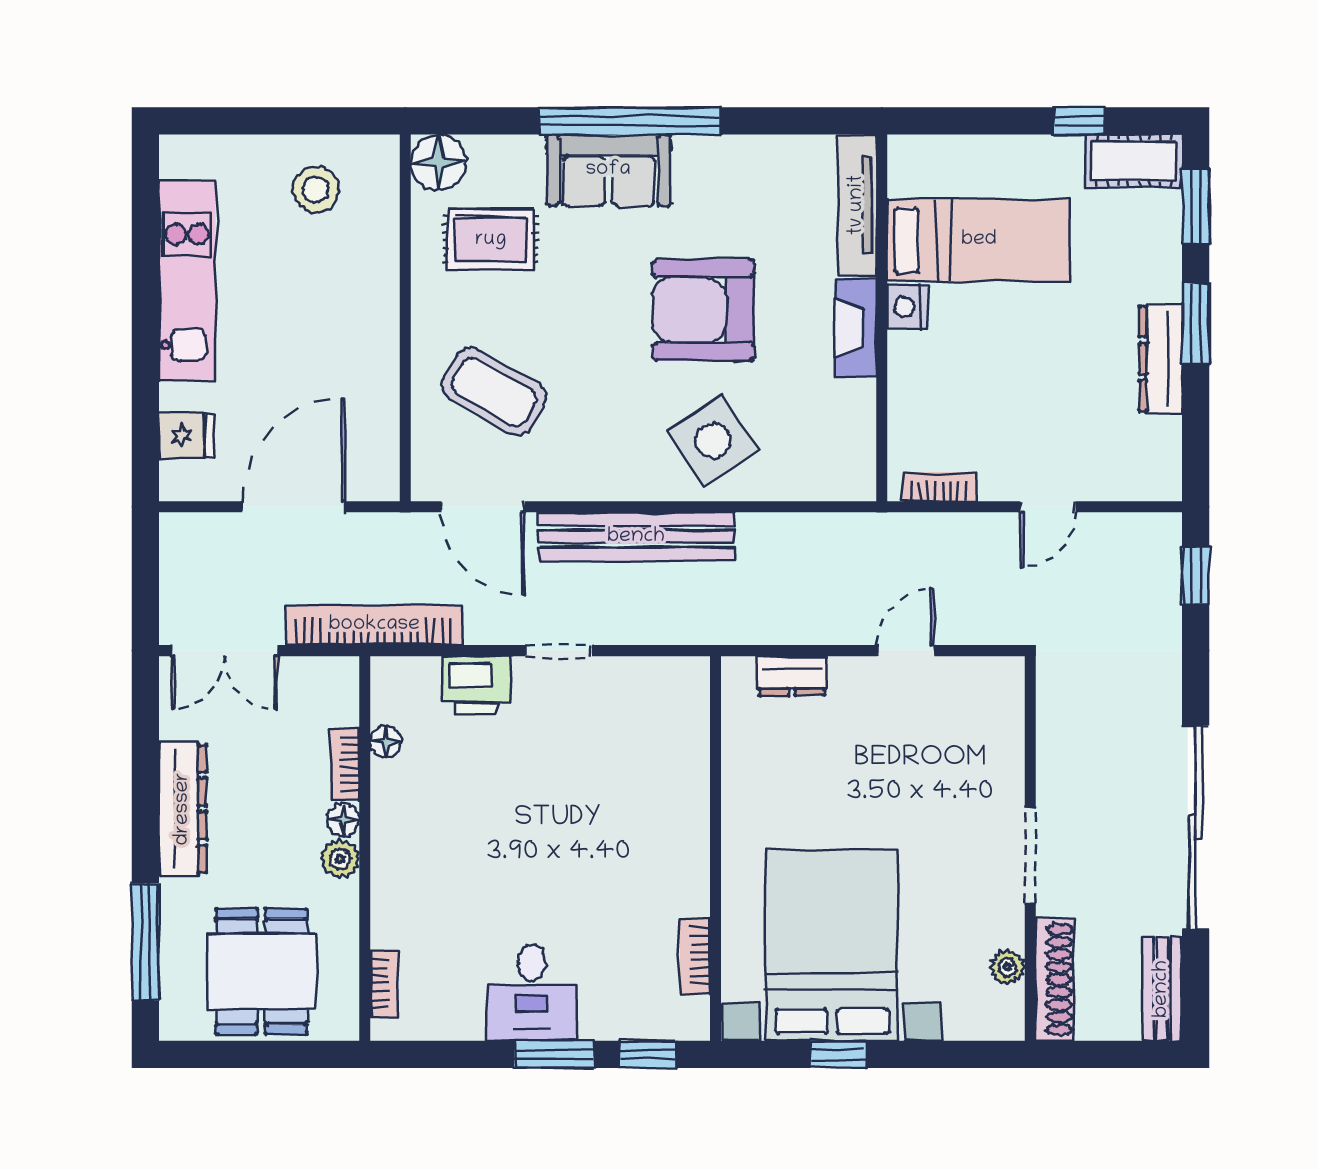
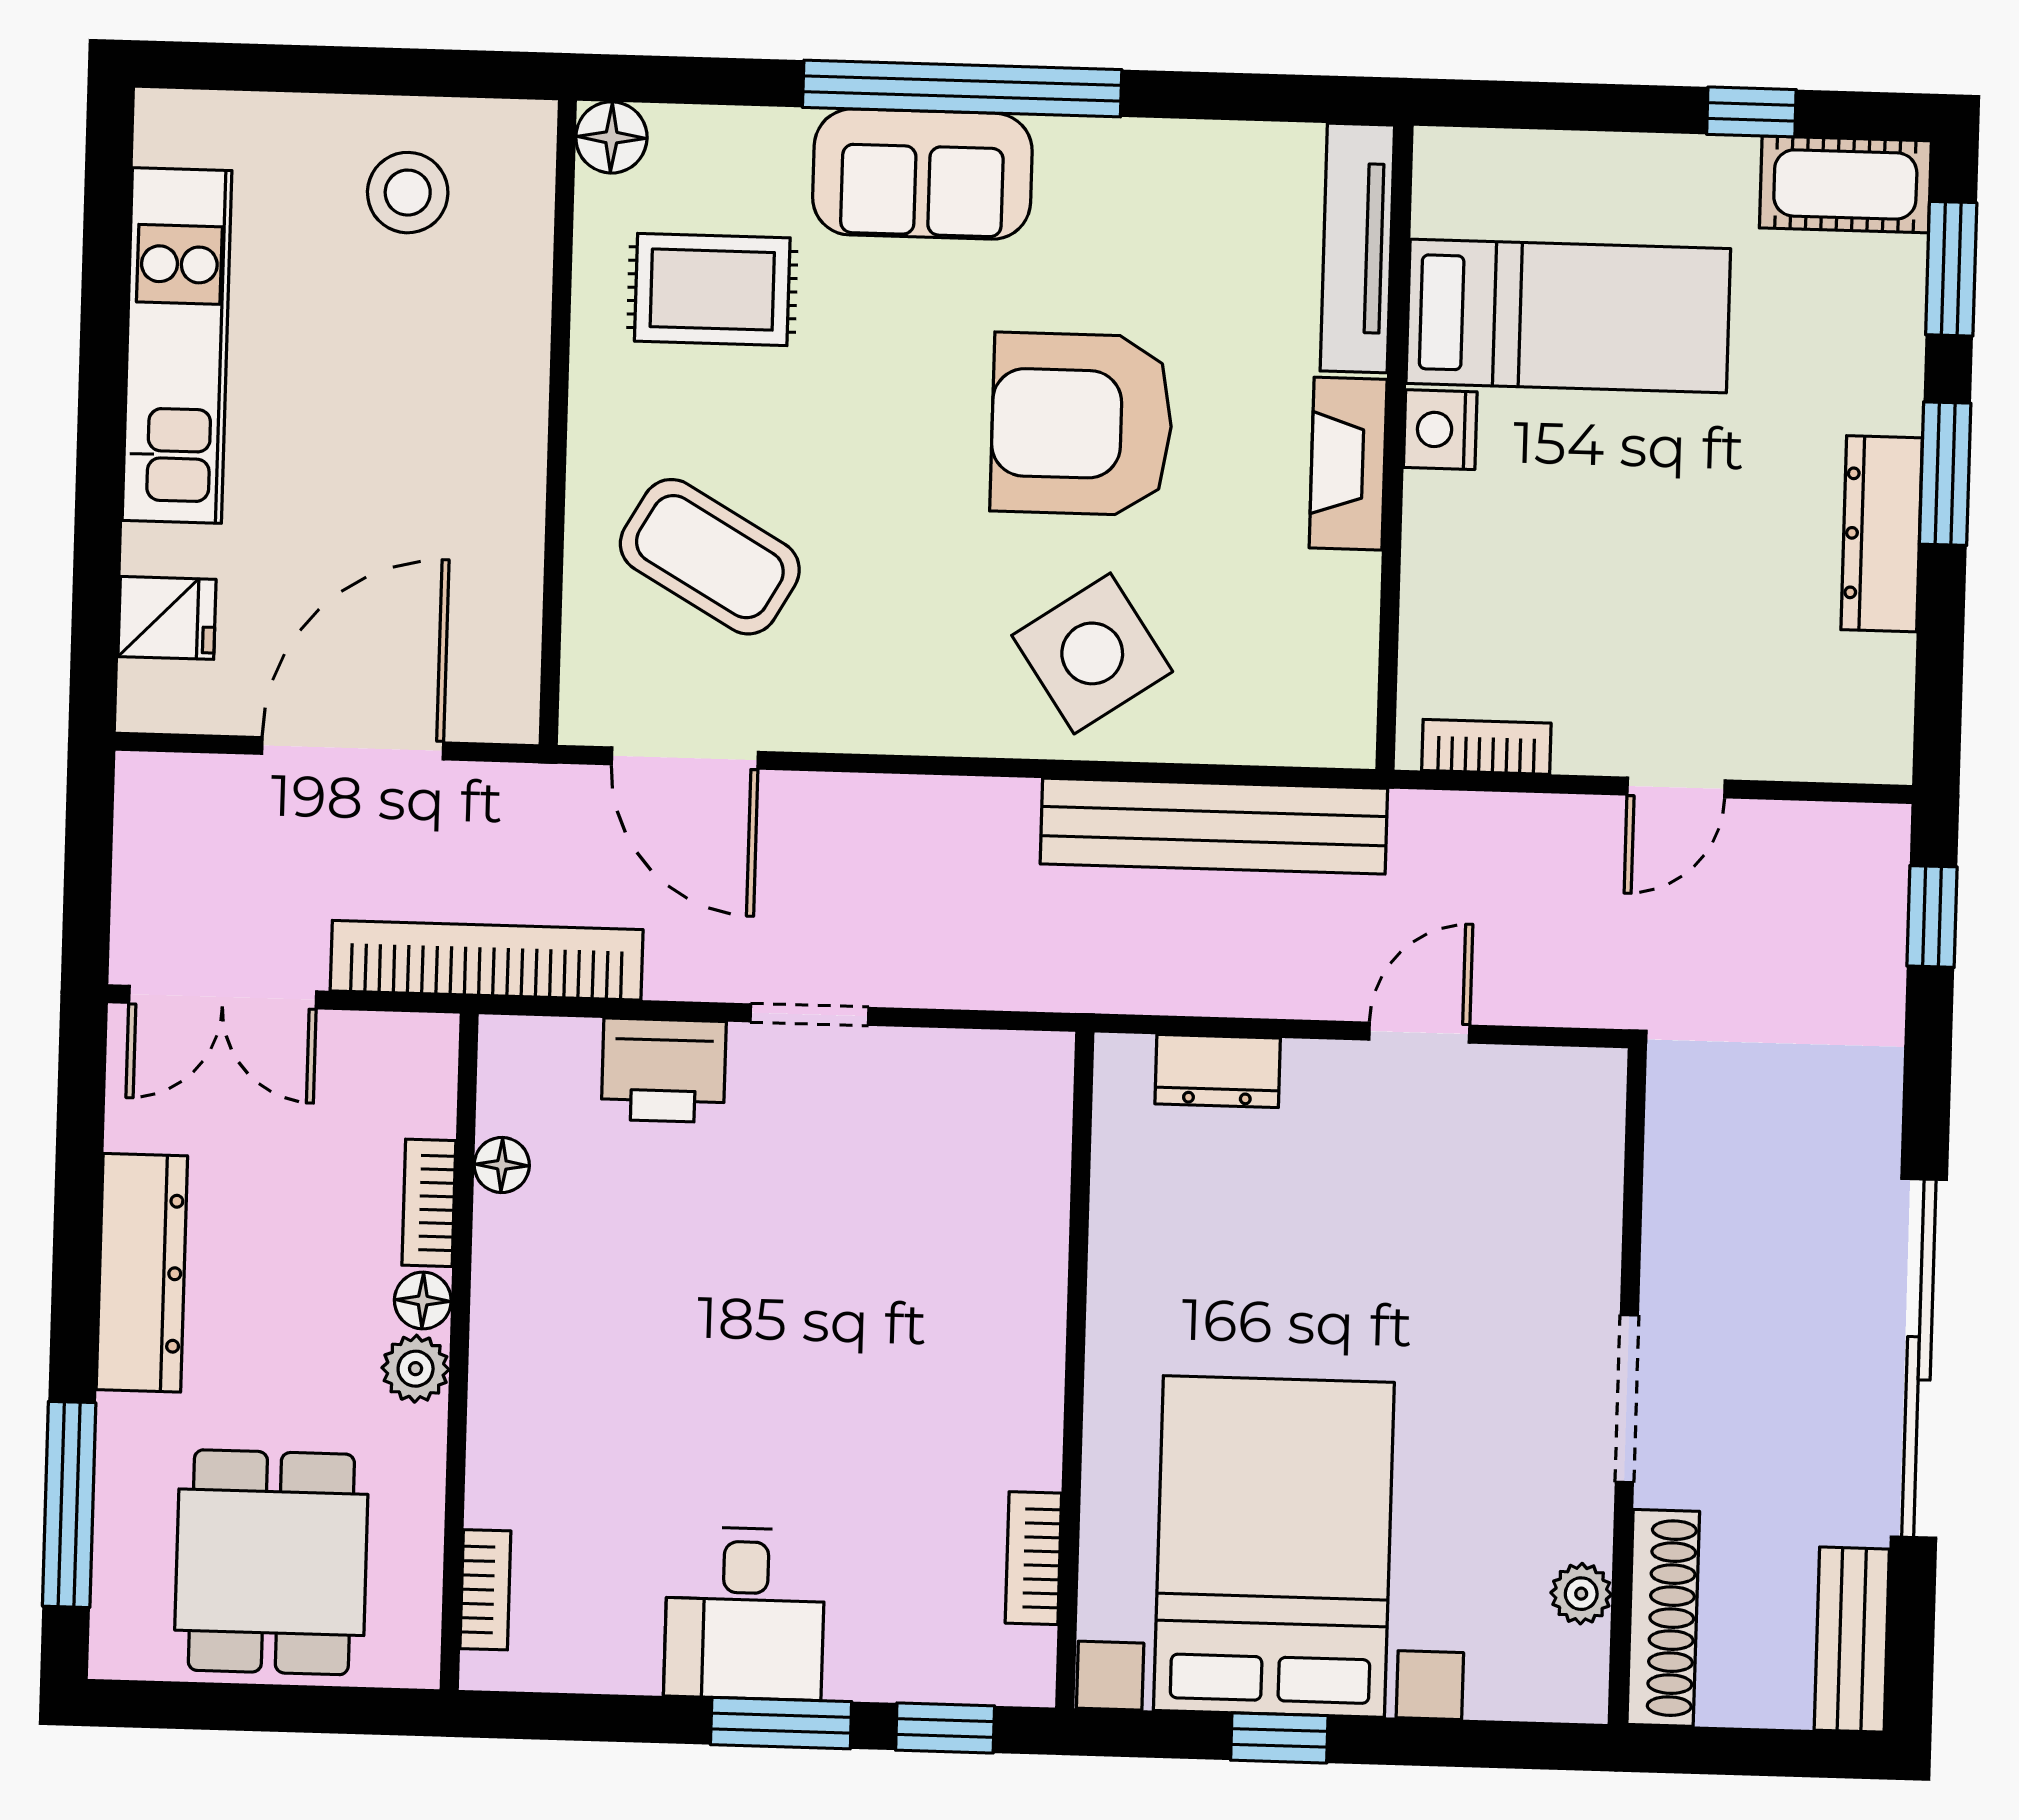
floor lamp: (438, 162) -> (611, 137), width x0.73, depth x0.73
bench: (636, 537) -> (1214, 826), moved

